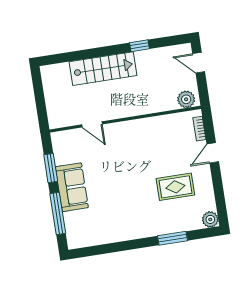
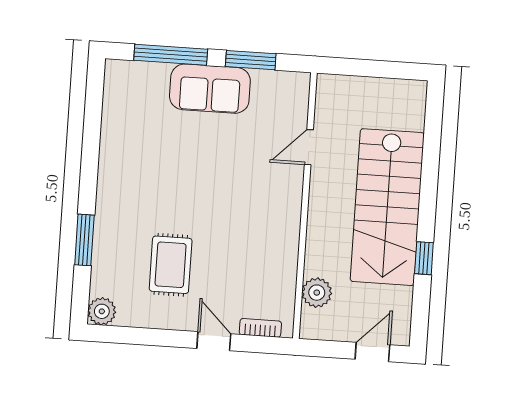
stairs: (103, 69) -> (387, 207), width x1.36, depth x1.51
plant: (186, 99) -> (317, 293), moved

